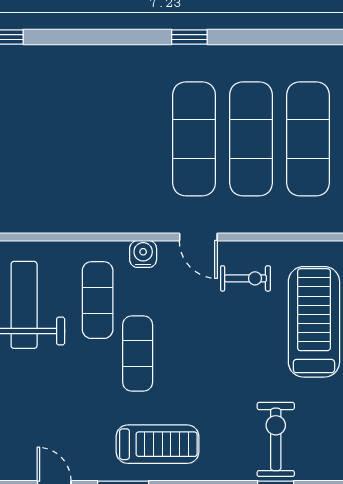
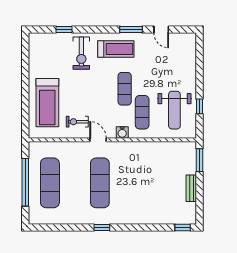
exercise mat: (251, 139) -> (75, 183), removed
exercise bike: (276, 439) -> (81, 53), moved
treadmill: (158, 444) -> (116, 49), turned 180

